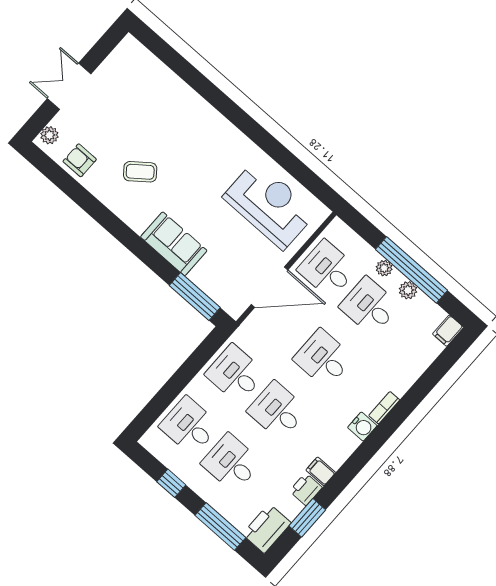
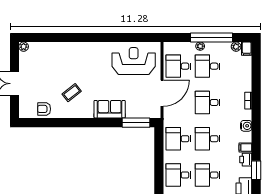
plant: (49, 135) -> (24, 47), moved
plant: (408, 290) -> (236, 47), moved
water cooler: (362, 427) -> (246, 126), moved

